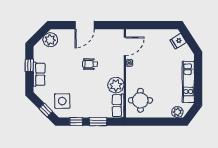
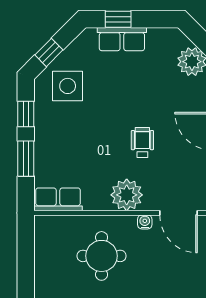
window: (29, 65) -> (118, 19), moved
plant: (116, 85) -> (127, 195), moved
round table: (140, 100) -> (102, 256), moved

